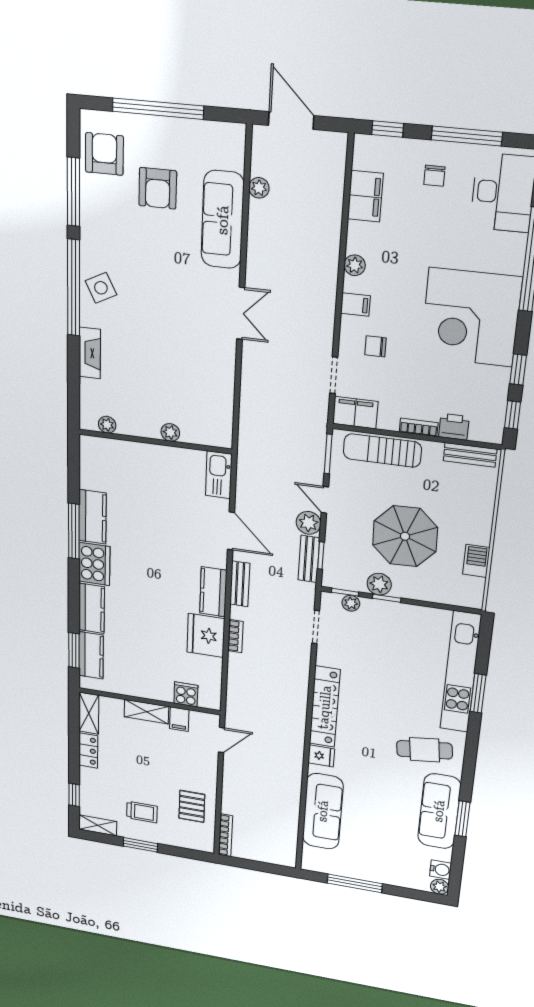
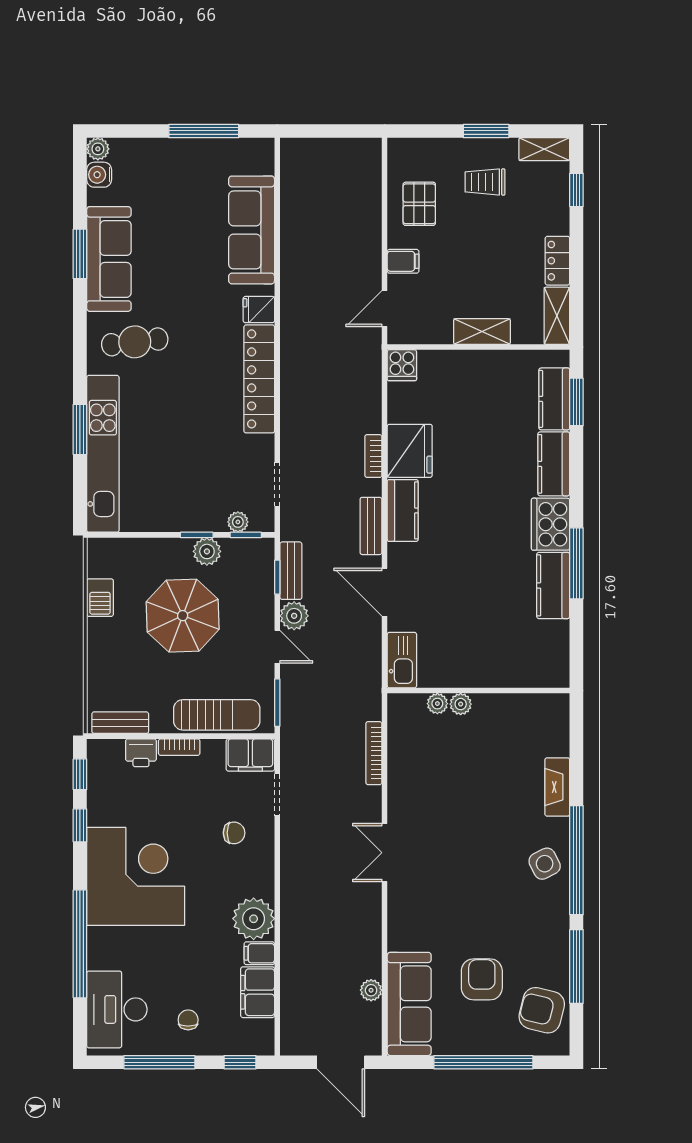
armchair: (104, 154) -> (542, 1010), turned 104
sofa: (223, 220) -> (409, 1004), moved
plant: (355, 265) -> (254, 919), width x1.88, depth x1.88
filing cabinet: (355, 305) -> (259, 953), moved
plant: (107, 425) -> (437, 704), moved
cooker: (186, 694) -> (402, 365), moved
filing cabinet: (179, 719) -> (403, 261), moved, turned 90
bookcase: (225, 835) -> (374, 753), moved

